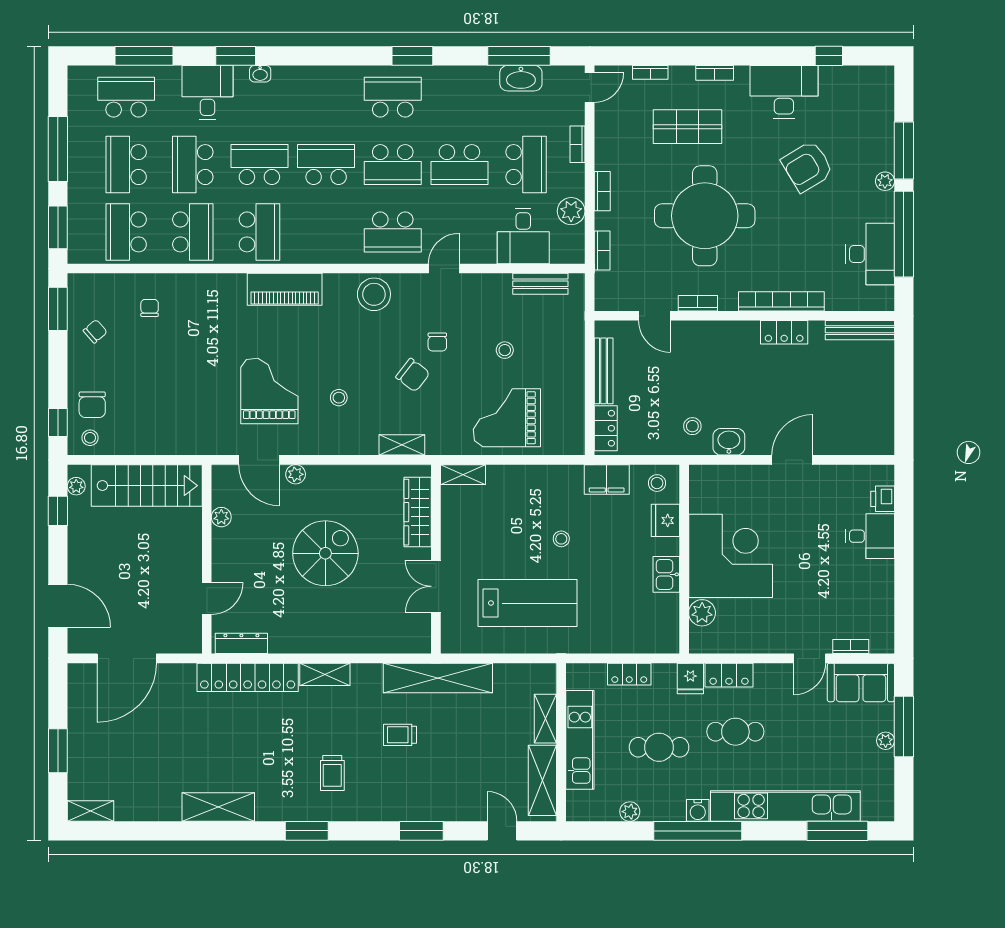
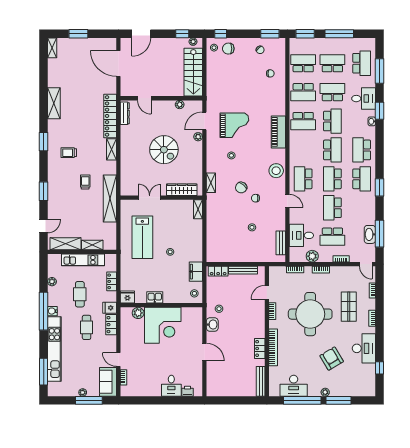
school desk: (326, 97) -> (362, 150), added
grand piano: (507, 418) -> (223, 228), removed
fridge: (665, 520) -> (127, 297), moved

